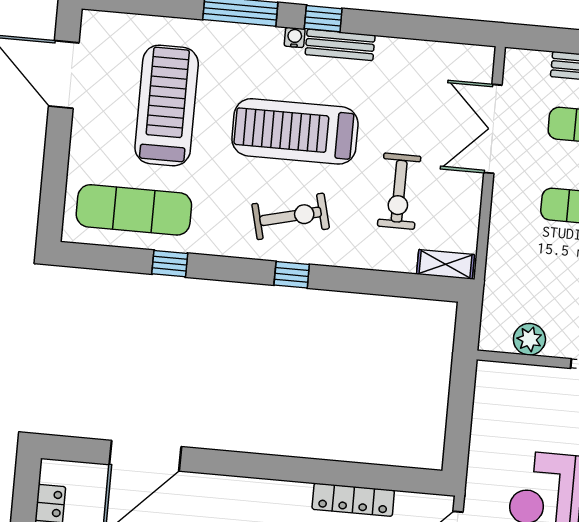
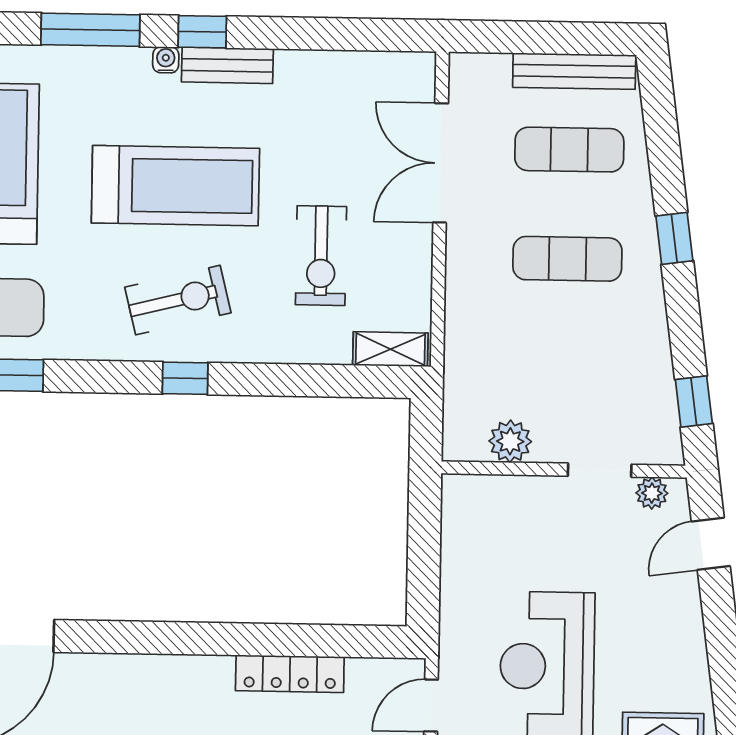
treadmill: (295, 131) -> (175, 186), turned 180

